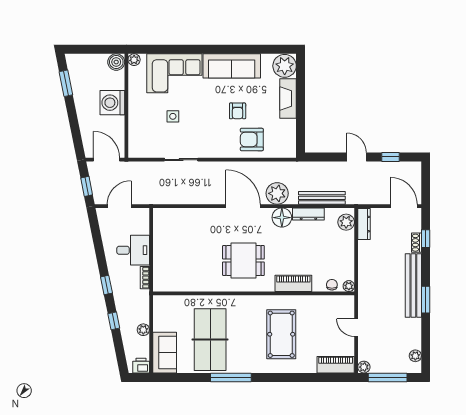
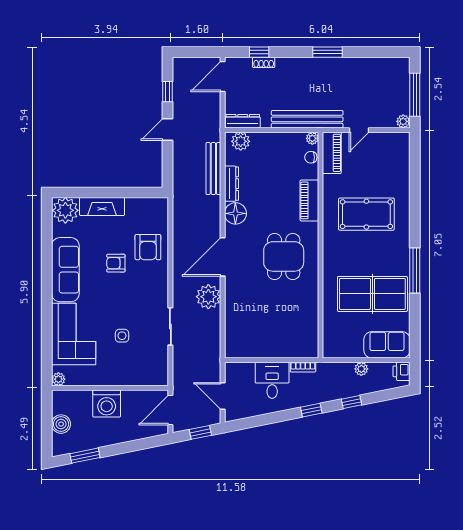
boiler: (116, 62) -> (61, 424), moved
armchair: (238, 111) -> (116, 263), turned 180
plant: (277, 193) -> (208, 297), moved
bench: (413, 285) -> (307, 119), moved
plant: (415, 356) -> (391, 64), removed
piano: (336, 365) -> (332, 153), moved, turned 180

